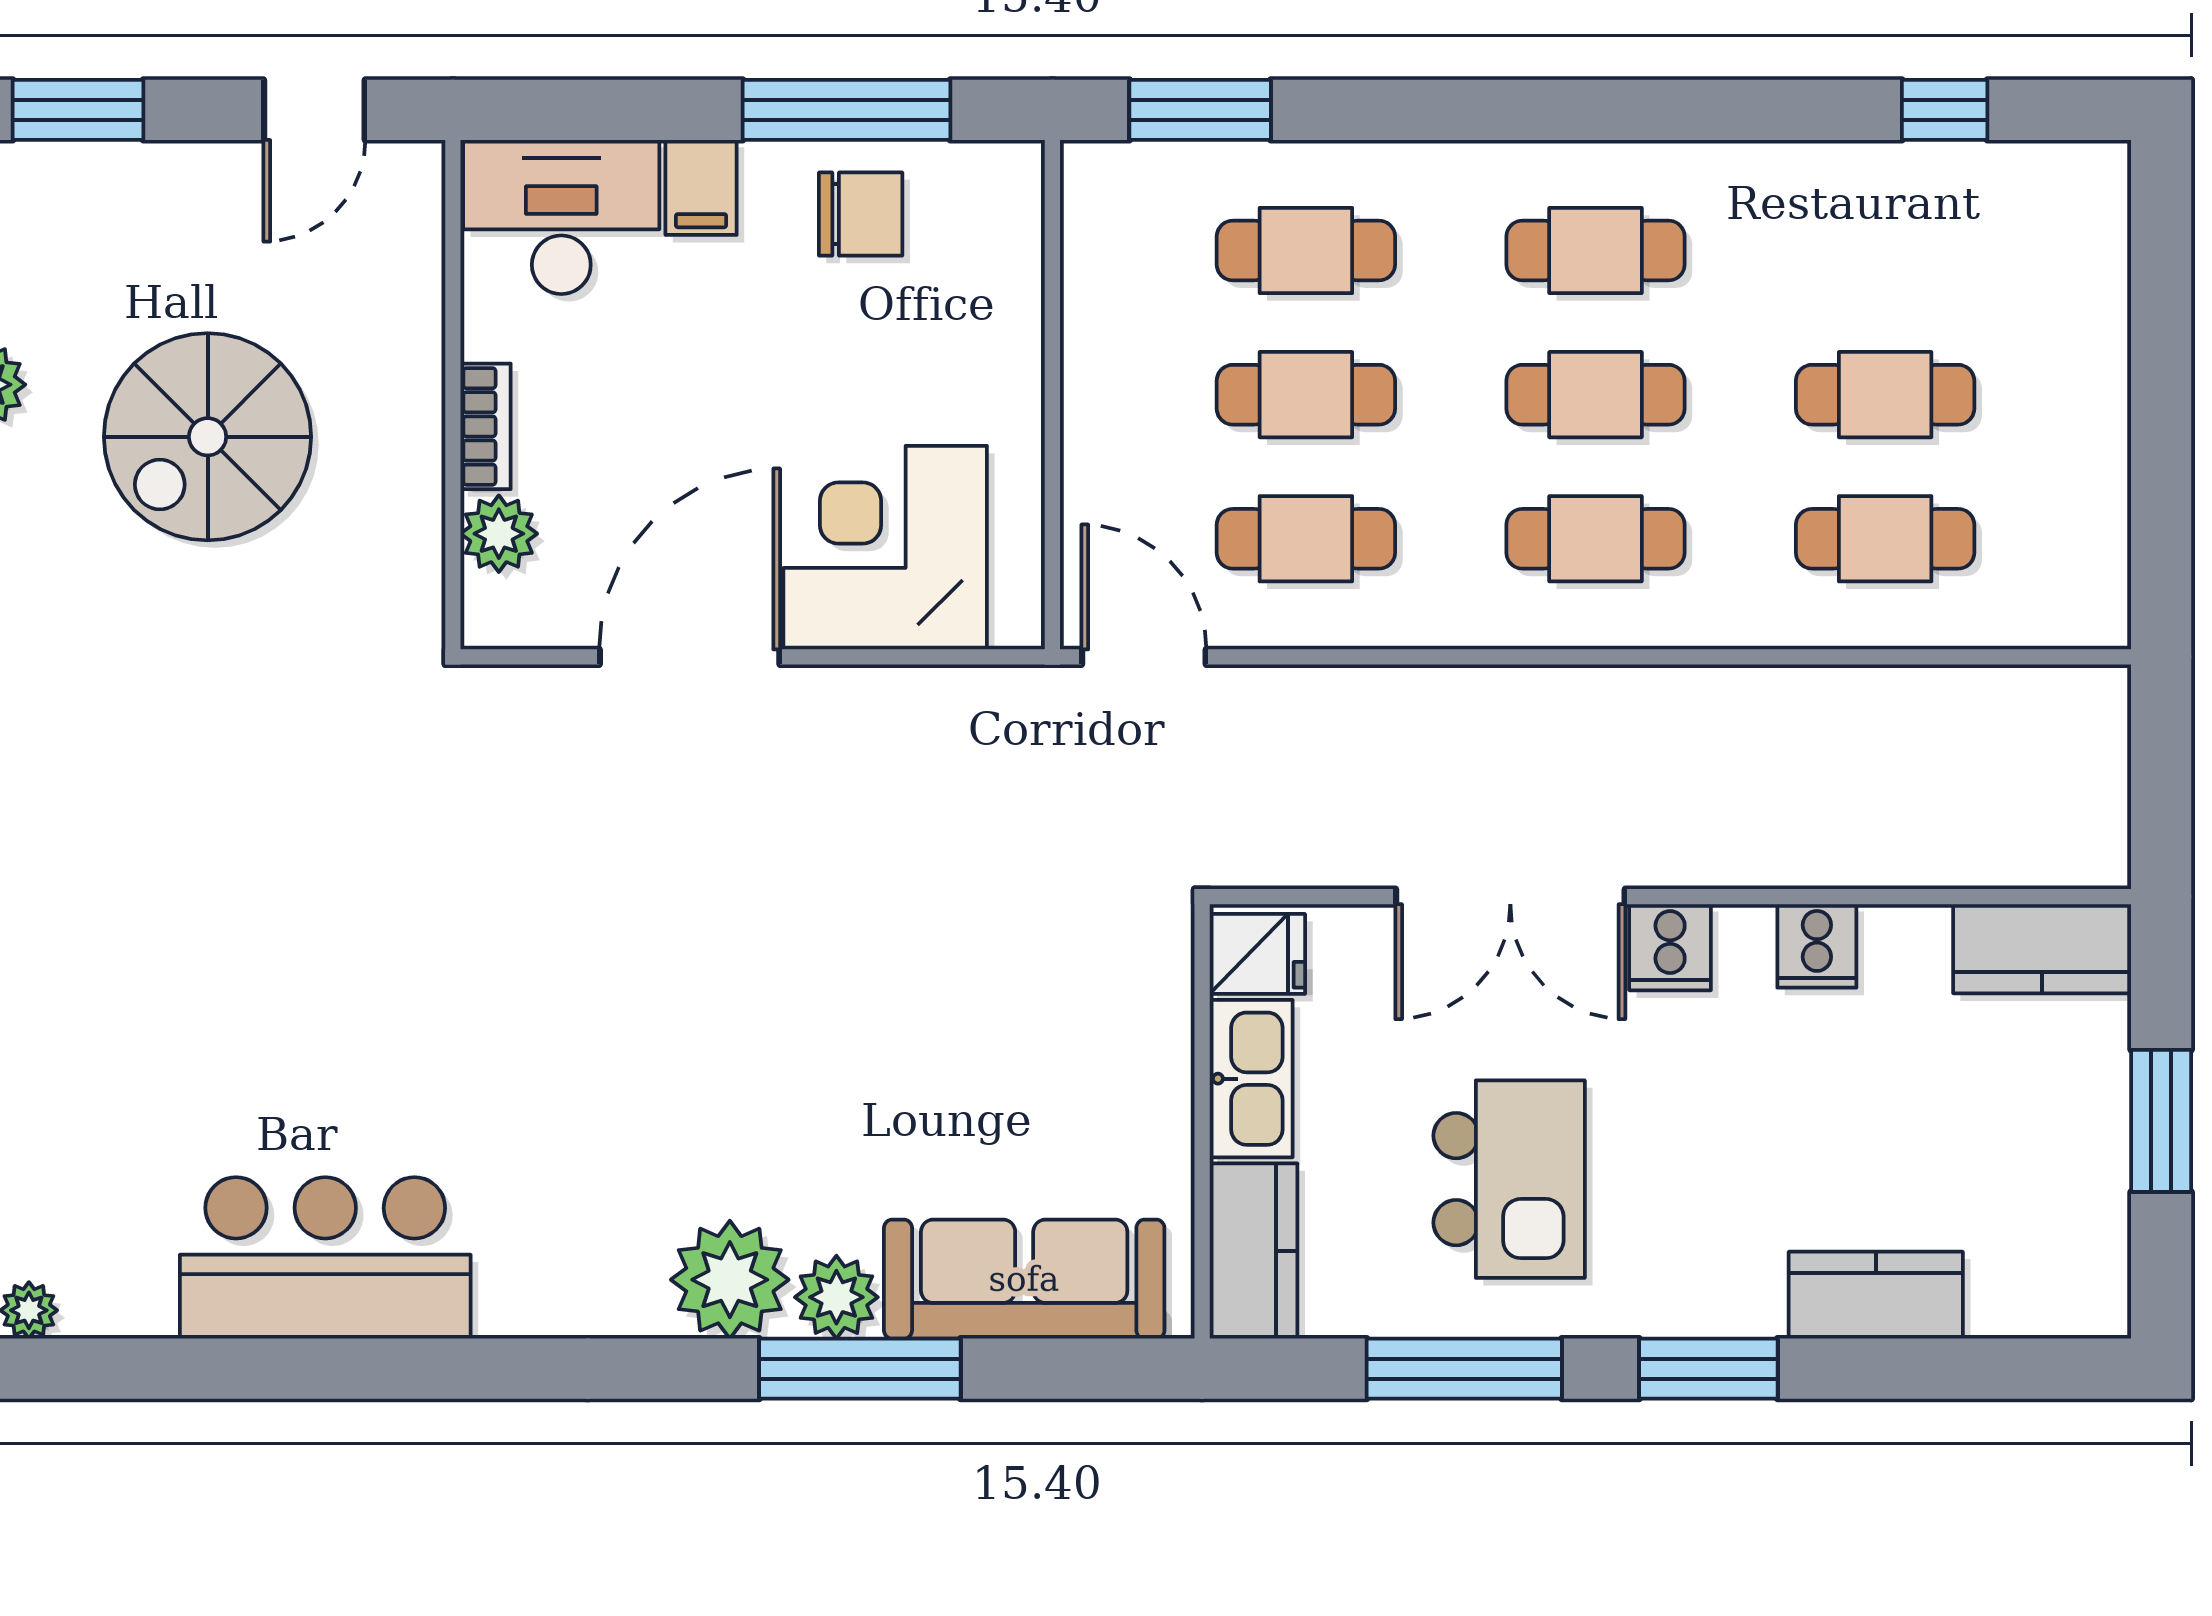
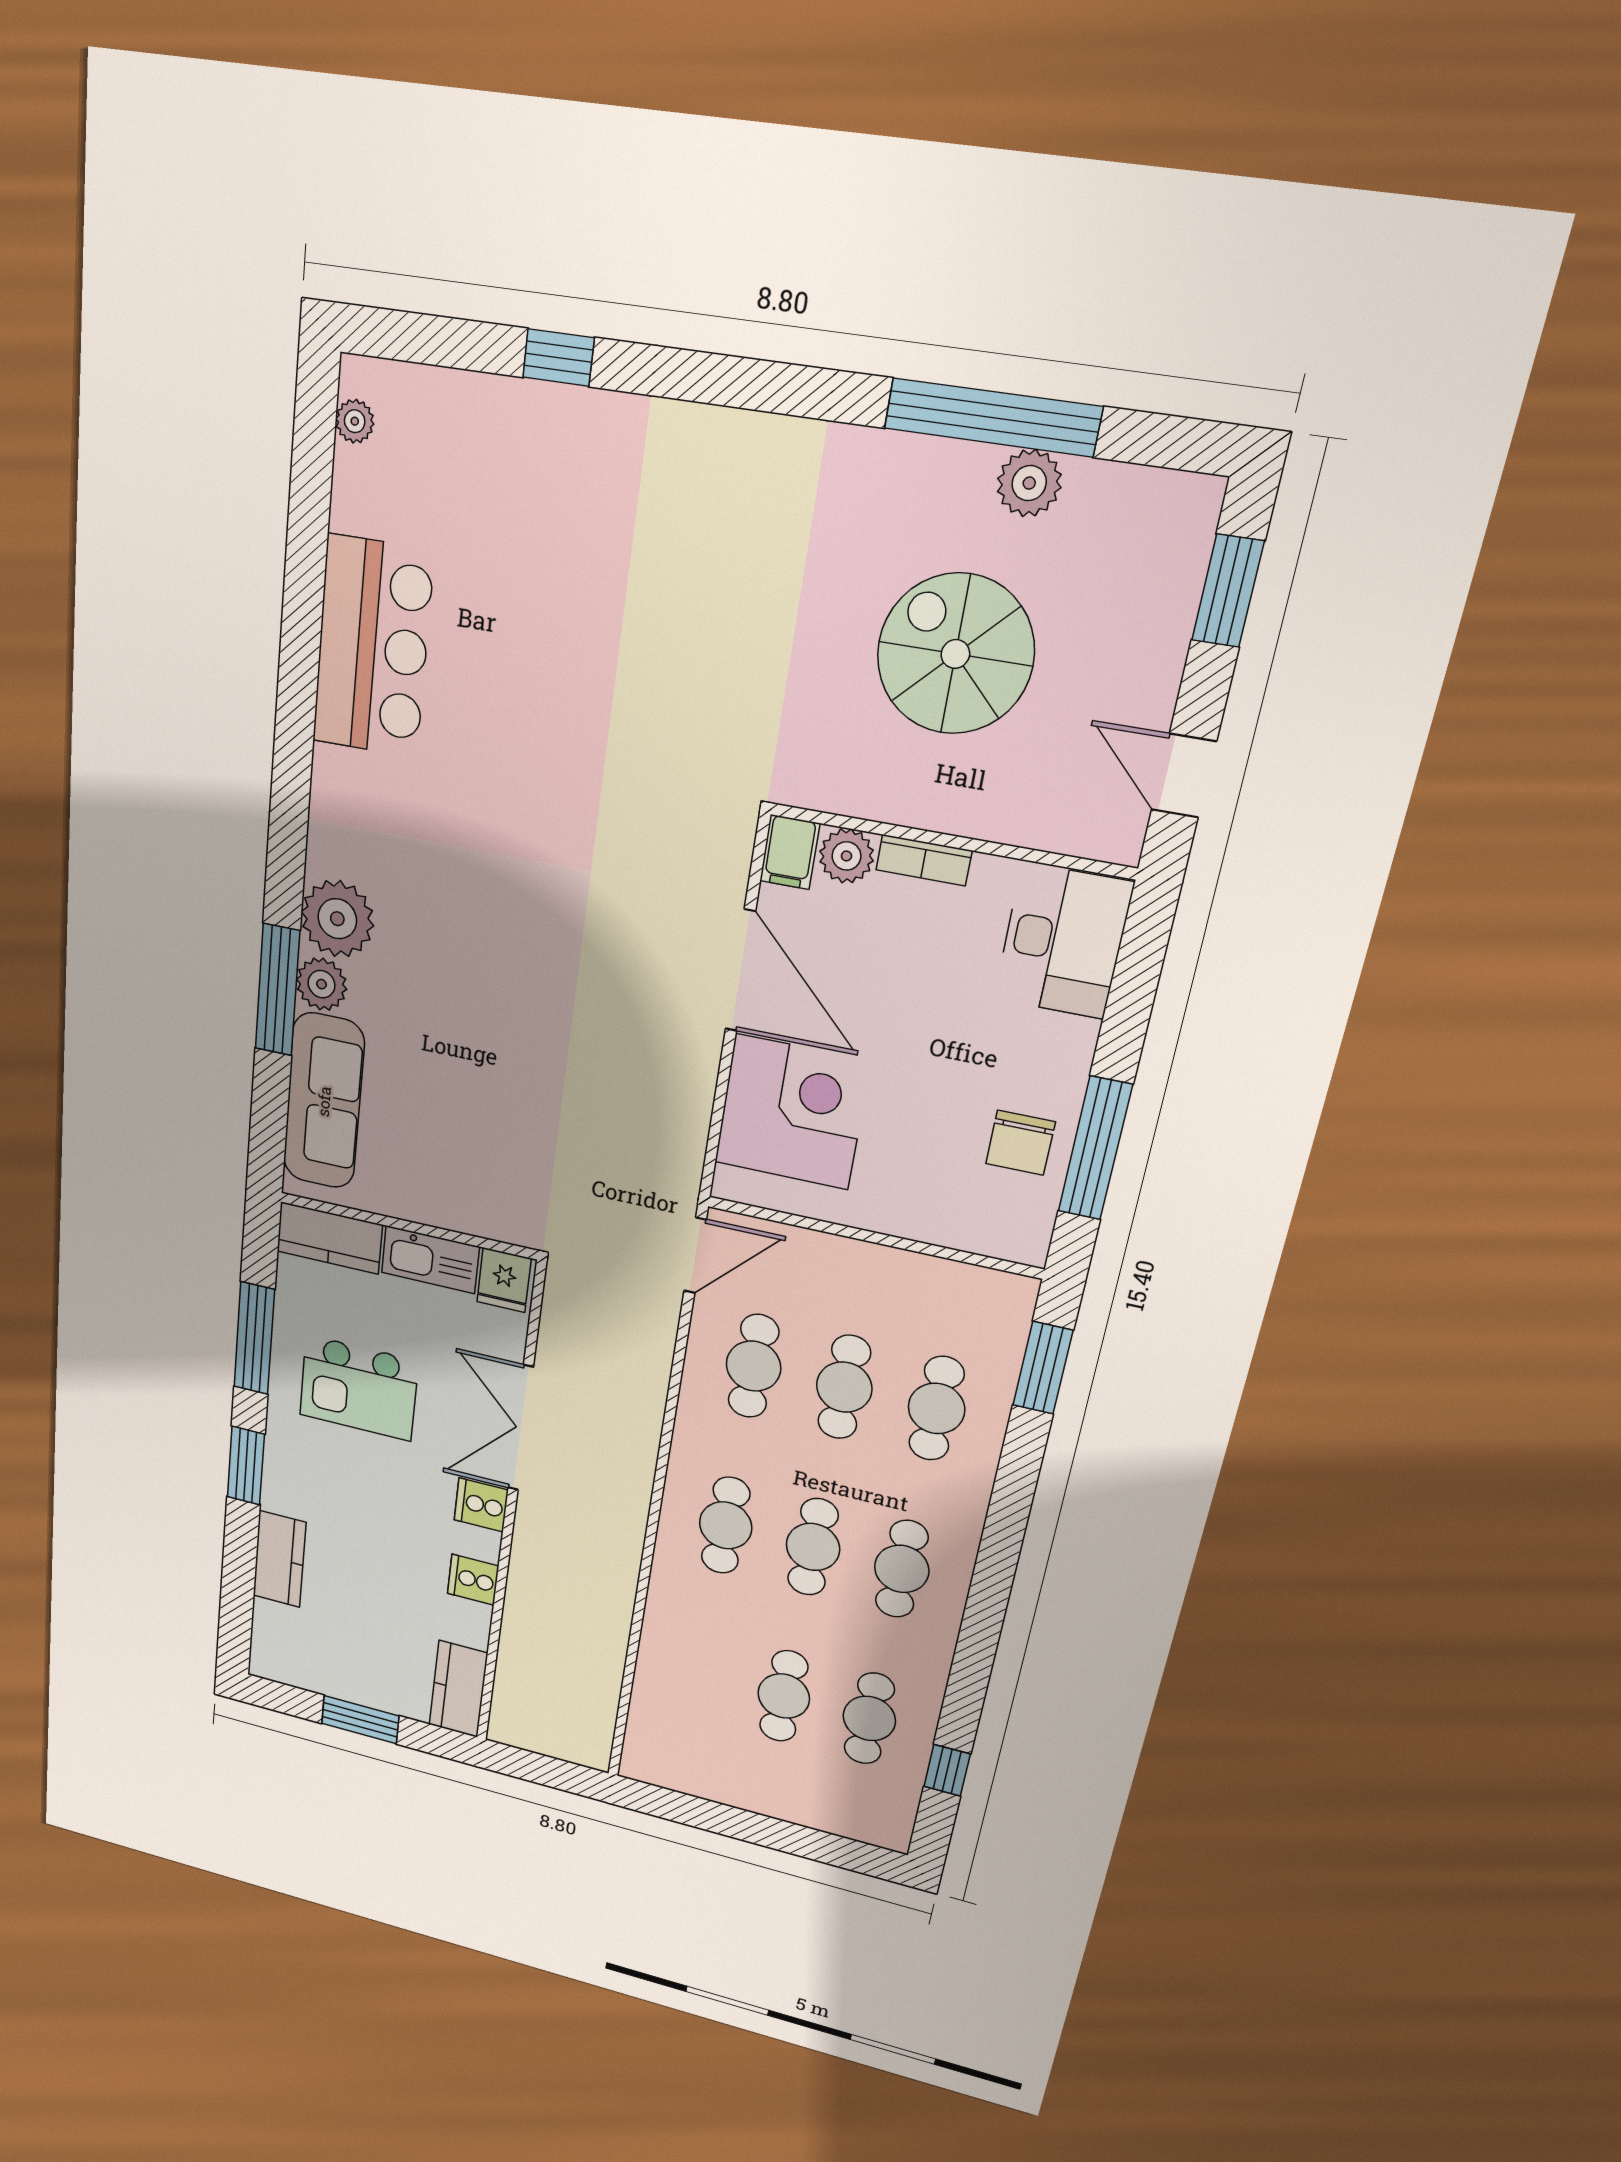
filing cabinet: (701, 187) -> (790, 852), moved, turned -90
cafe table: (1885, 539) -> (869, 1718), moved

